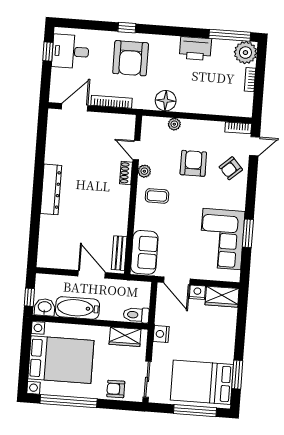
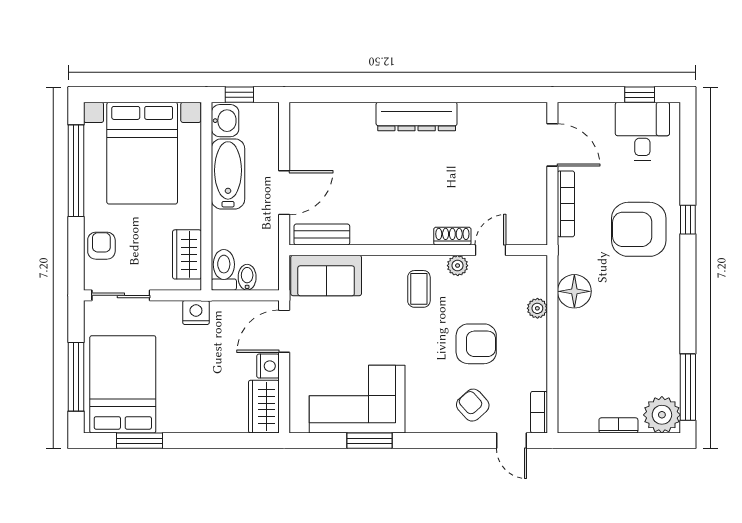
printer: (195, 48) -> (662, 333), removed
bidet: (142, 301) -> (247, 277), added

